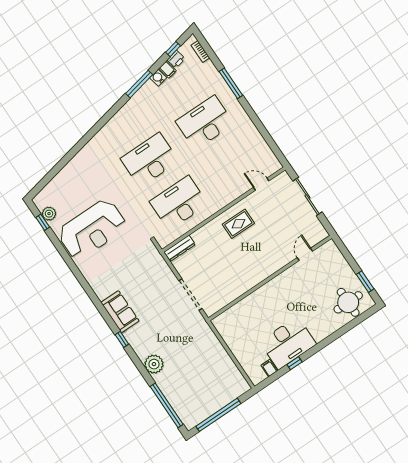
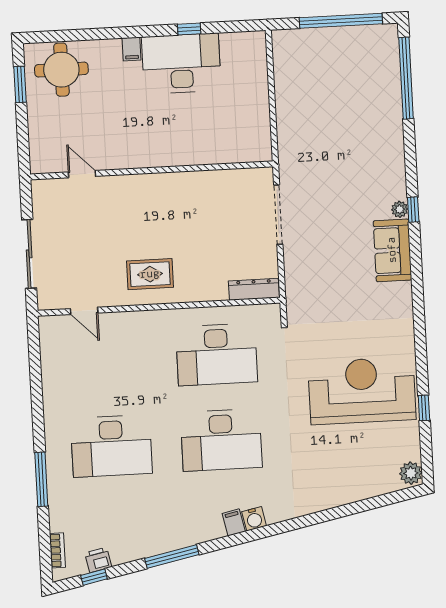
filing cabinet: (168, 69) -> (234, 522), moved
water cooler: (158, 78) -> (254, 519), moved
plant: (49, 214) -> (411, 473), moved
window: (43, 222) -> (424, 408), moved
door: (305, 254) -> (82, 174), swing flipped
plant: (154, 364) -> (400, 209), moved, width x0.53, depth x0.53
filing cabinet: (269, 368) -> (132, 49), moved

